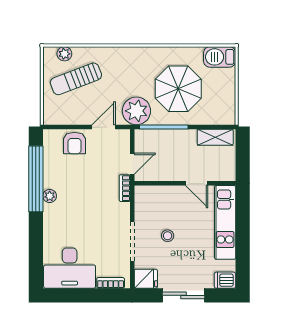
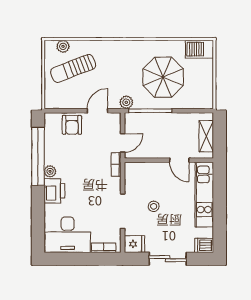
plant: (136, 111) -> (126, 102), width x0.53, depth x0.53
shelving: (215, 137) -> (206, 136), moved, turned 90
printer: (55, 218) -> (54, 191), added

